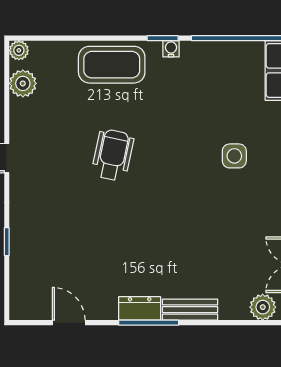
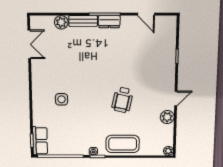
plant: (23, 83) -> (167, 117), moved
plant: (263, 307) -> (61, 22), moved

